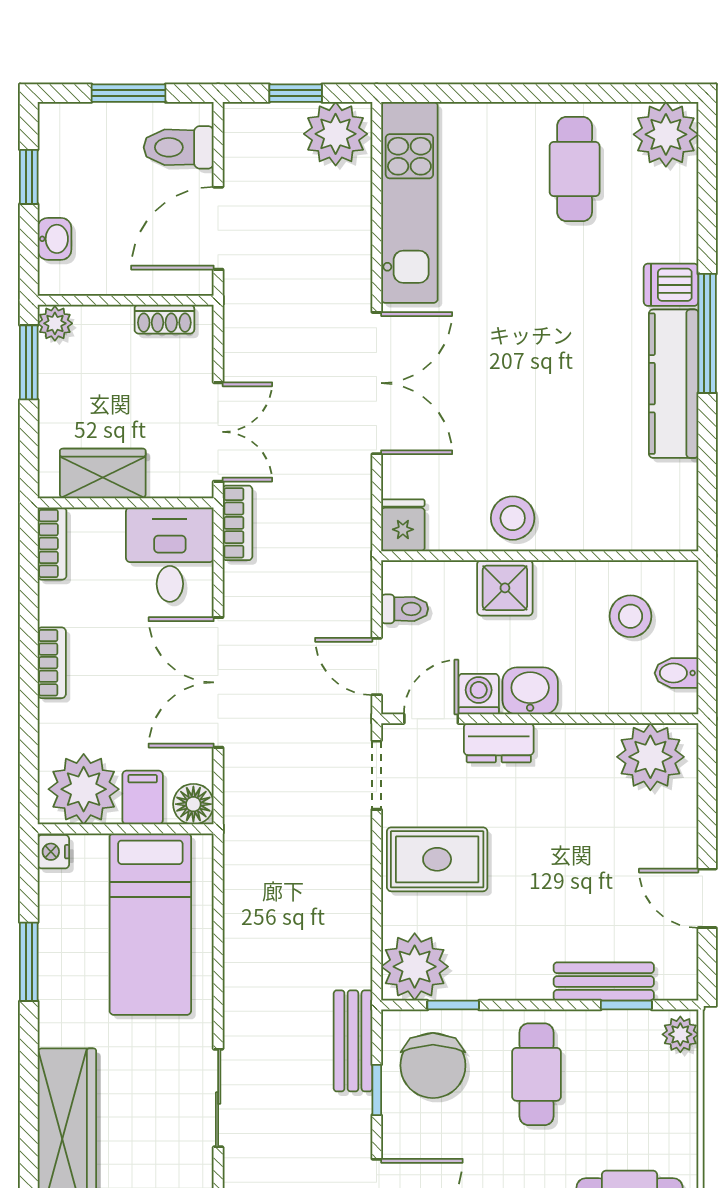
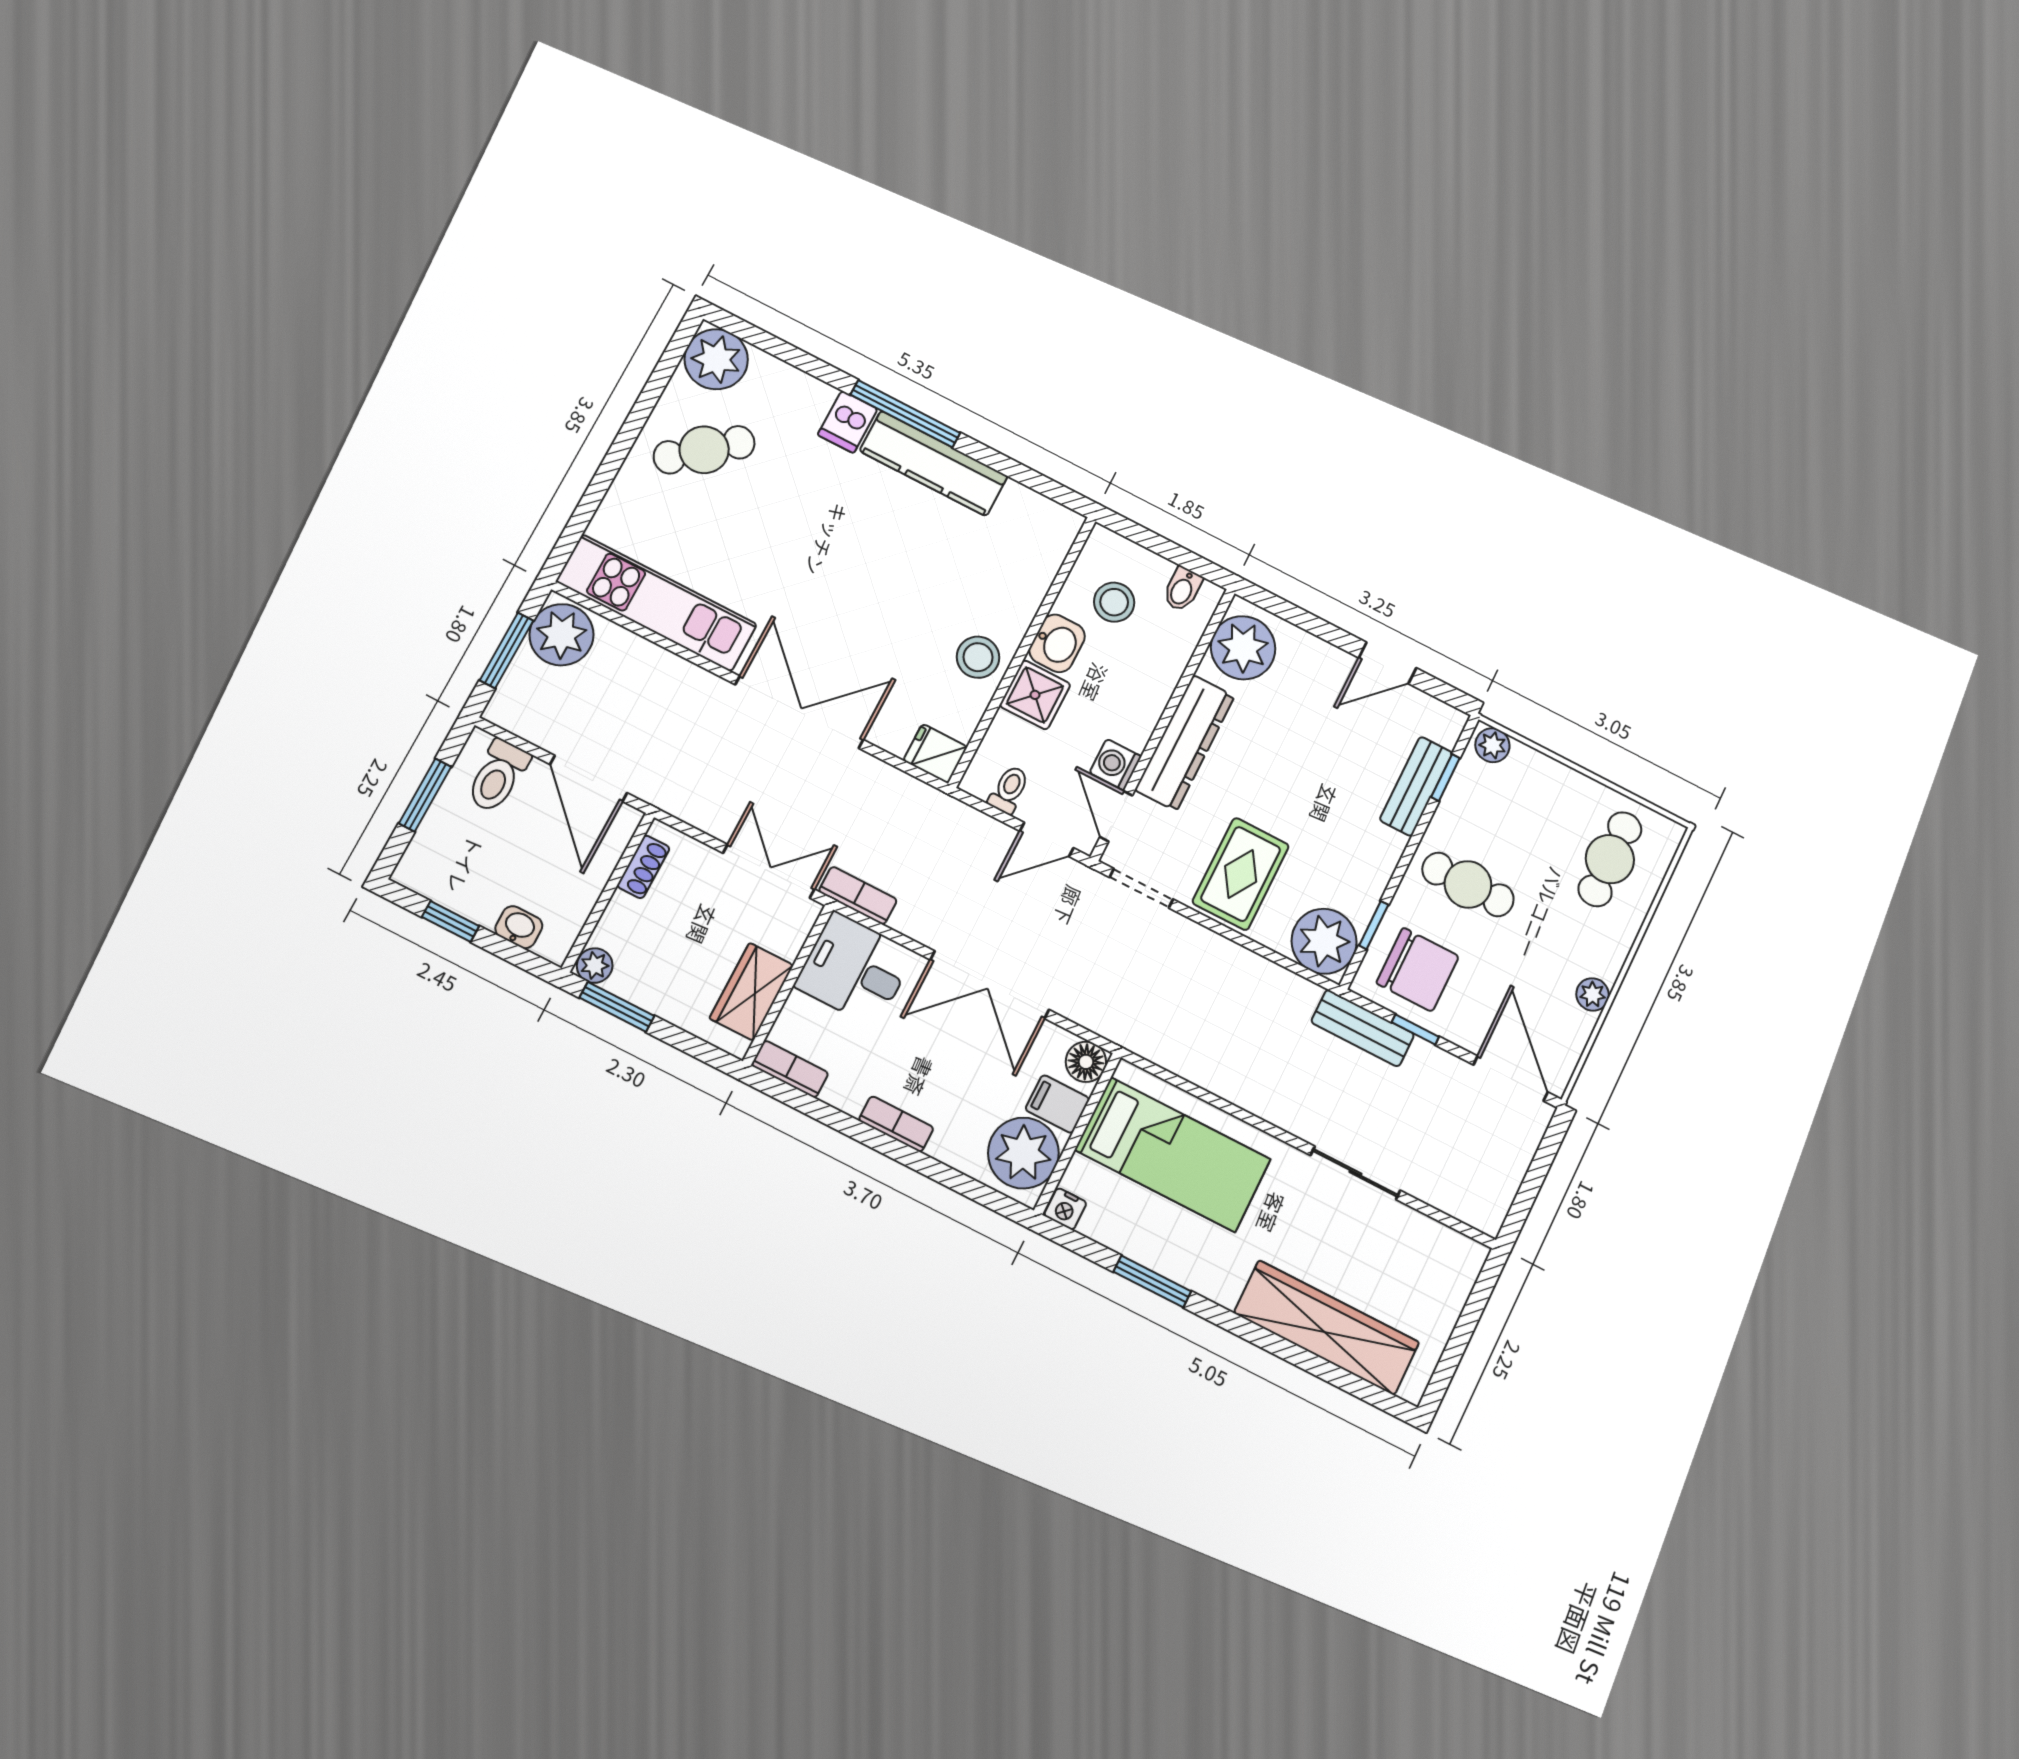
window: (296, 93) -> (507, 650), width x1.50
cafe table: (575, 169) -> (704, 450), turned -41
washbasin: (530, 691) -> (1057, 643), moved, turned 180
dresser: (499, 743) -> (1185, 743), width x1.96, depth x1.24

